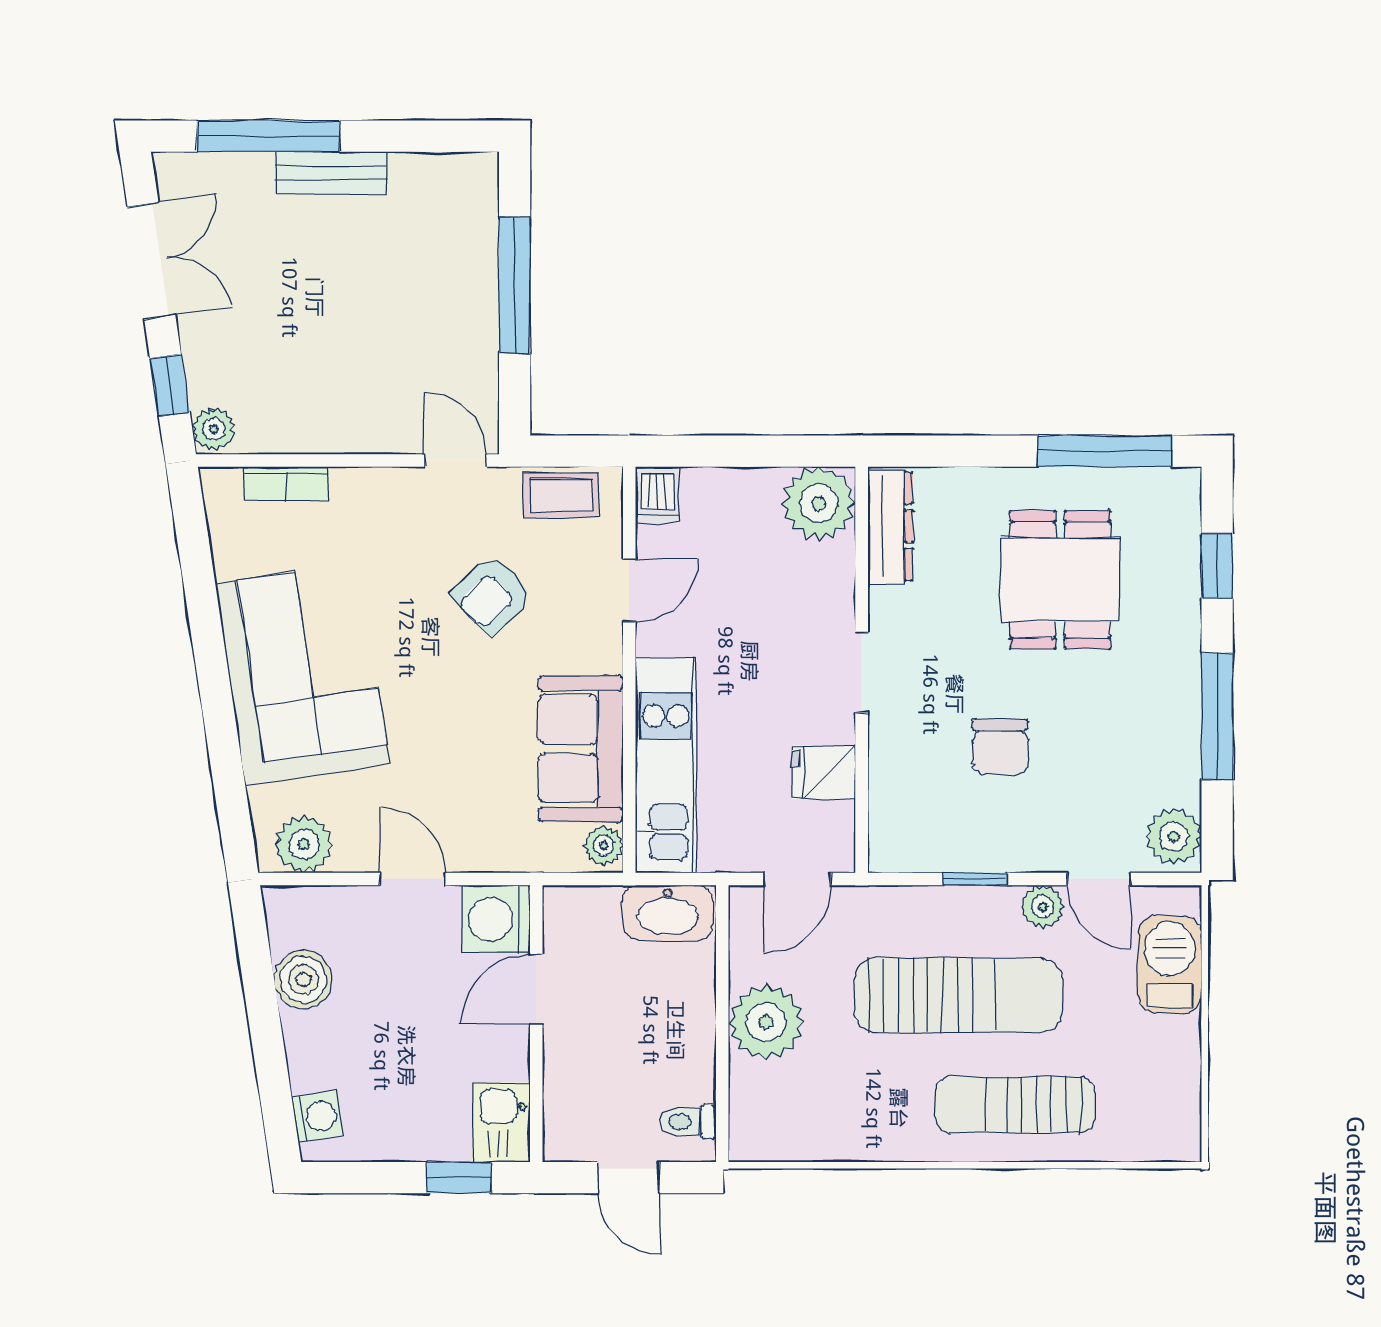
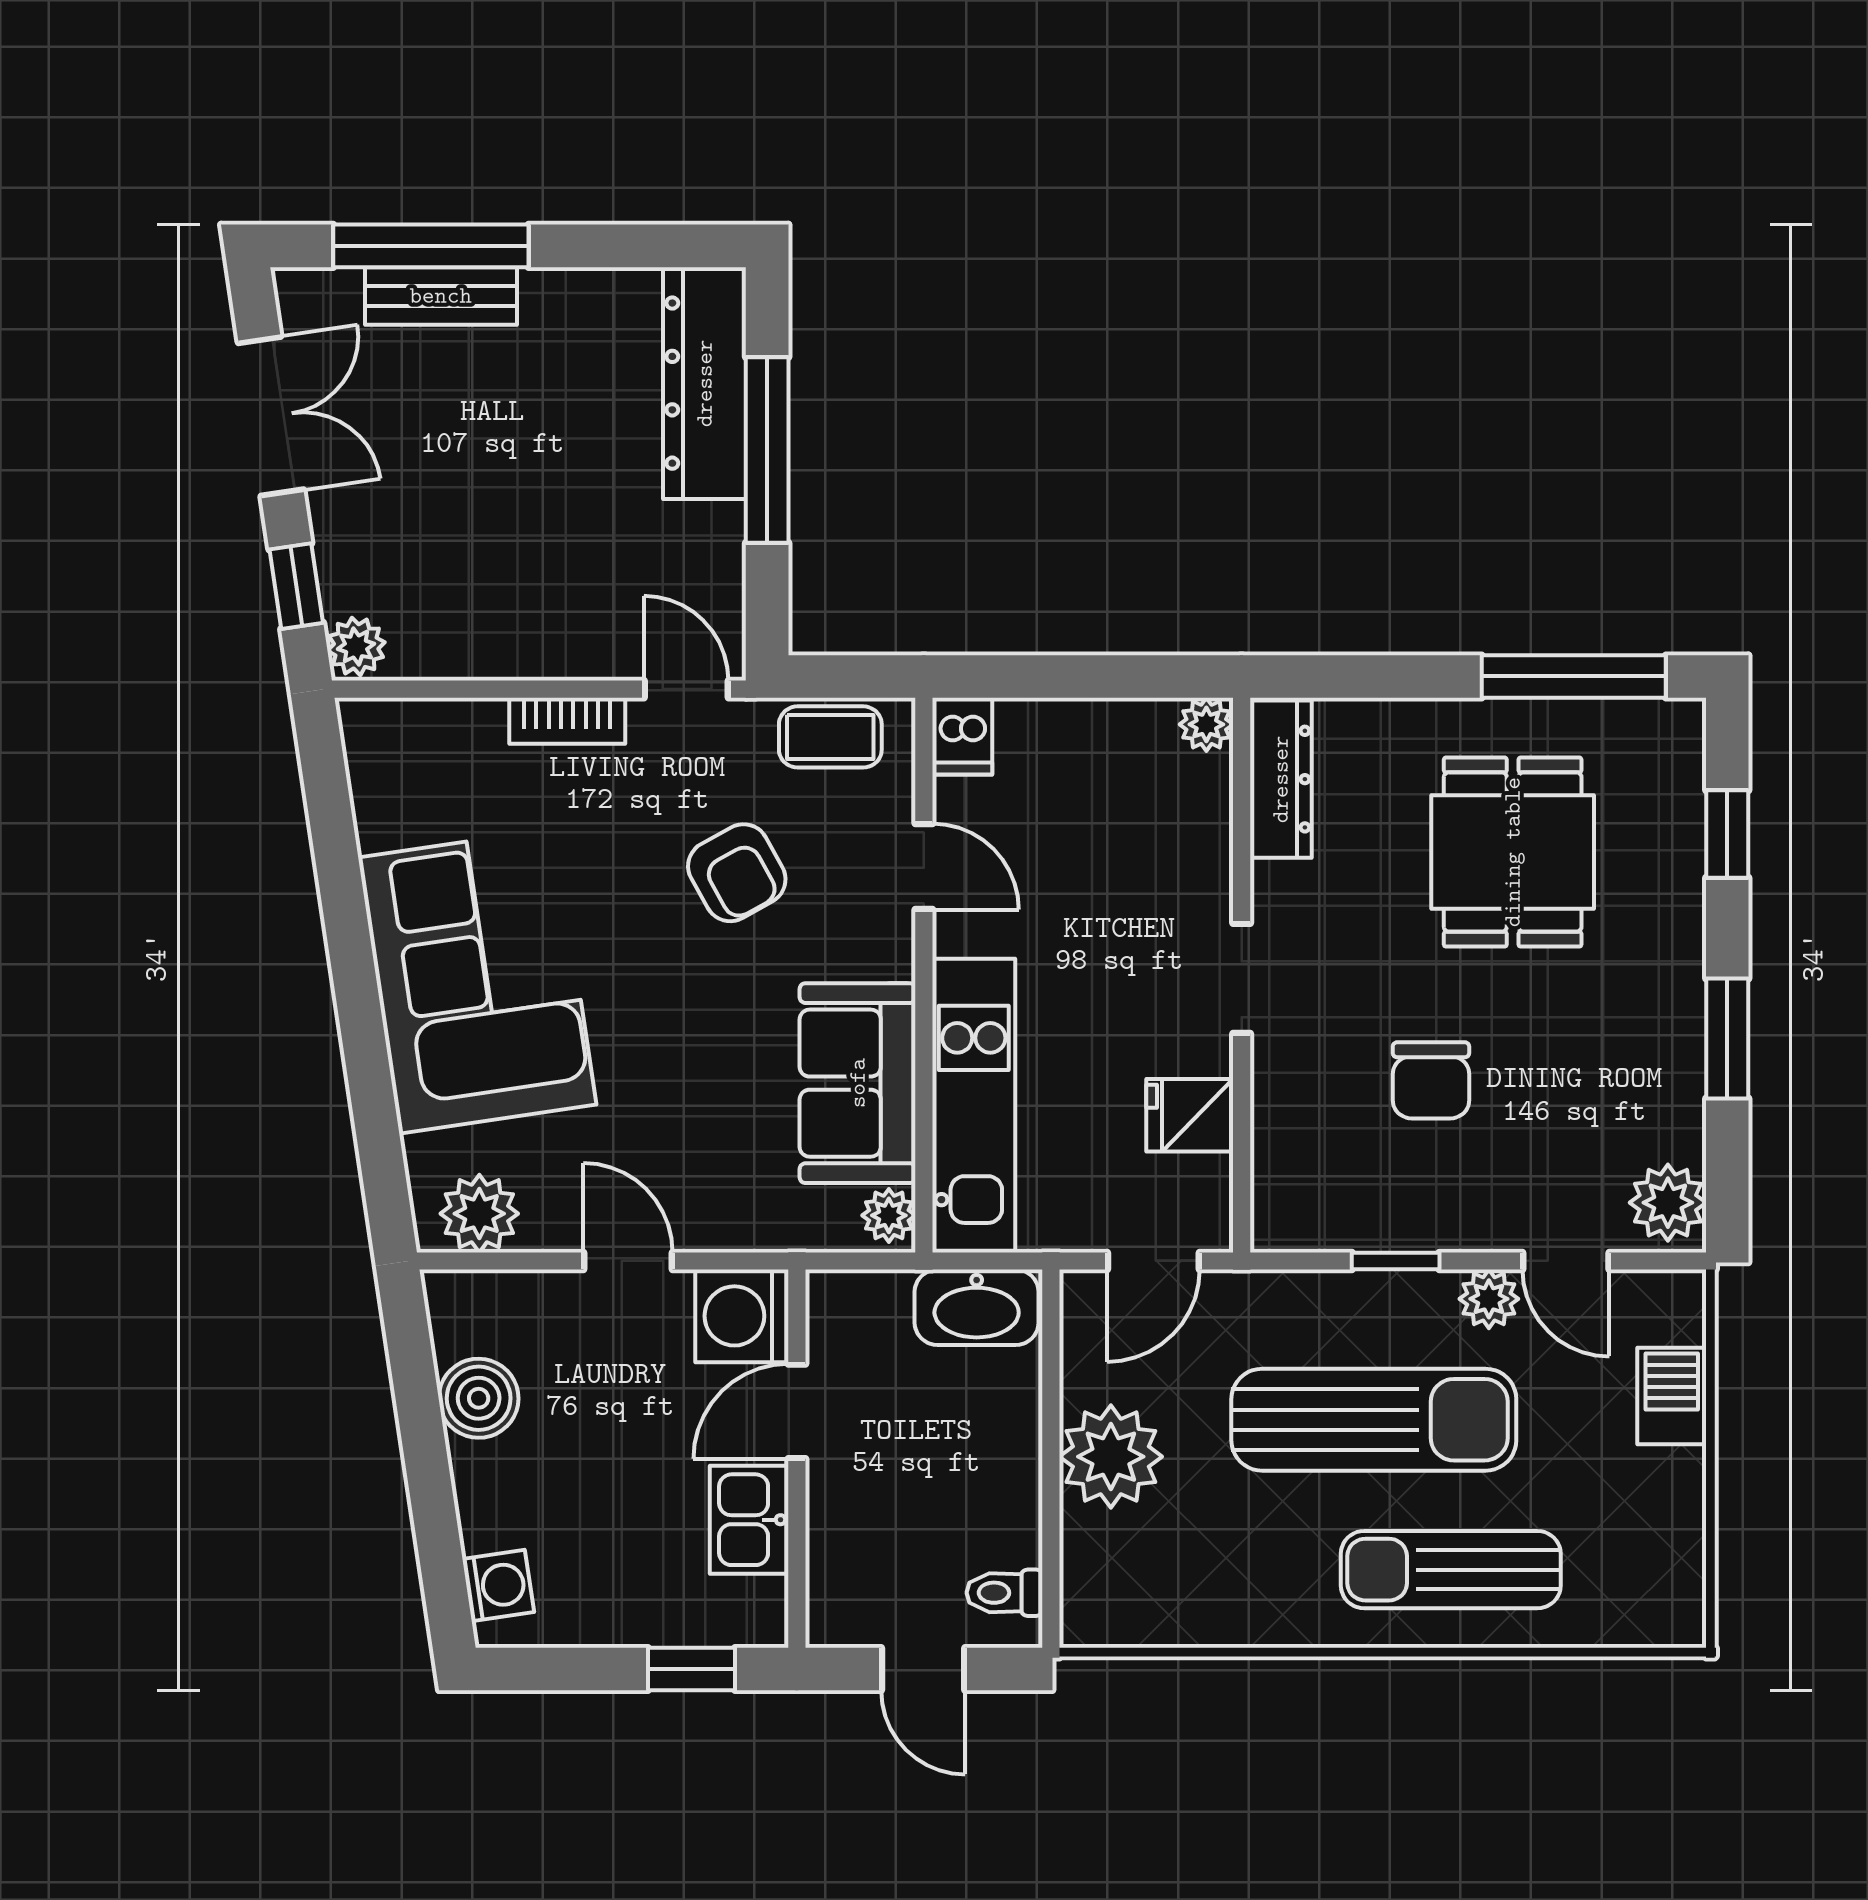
bench: (331, 173) -> (441, 296), moved
dresser: (469, 237) -> (705, 383), added
bookcase: (286, 484) -> (567, 721), moved
plant: (819, 503) -> (1206, 724), width x0.53, depth x0.53
door: (629, 590) -> (924, 867), hinge flipped
armchair: (492, 595) -> (737, 873), turned -75
window: (1217, 716) -> (1727, 1039), width x0.69
barbecue: (1170, 964) -> (1672, 1396), width x0.73, depth x0.79
kitchen sink: (501, 1122) -> (749, 1520), moved

